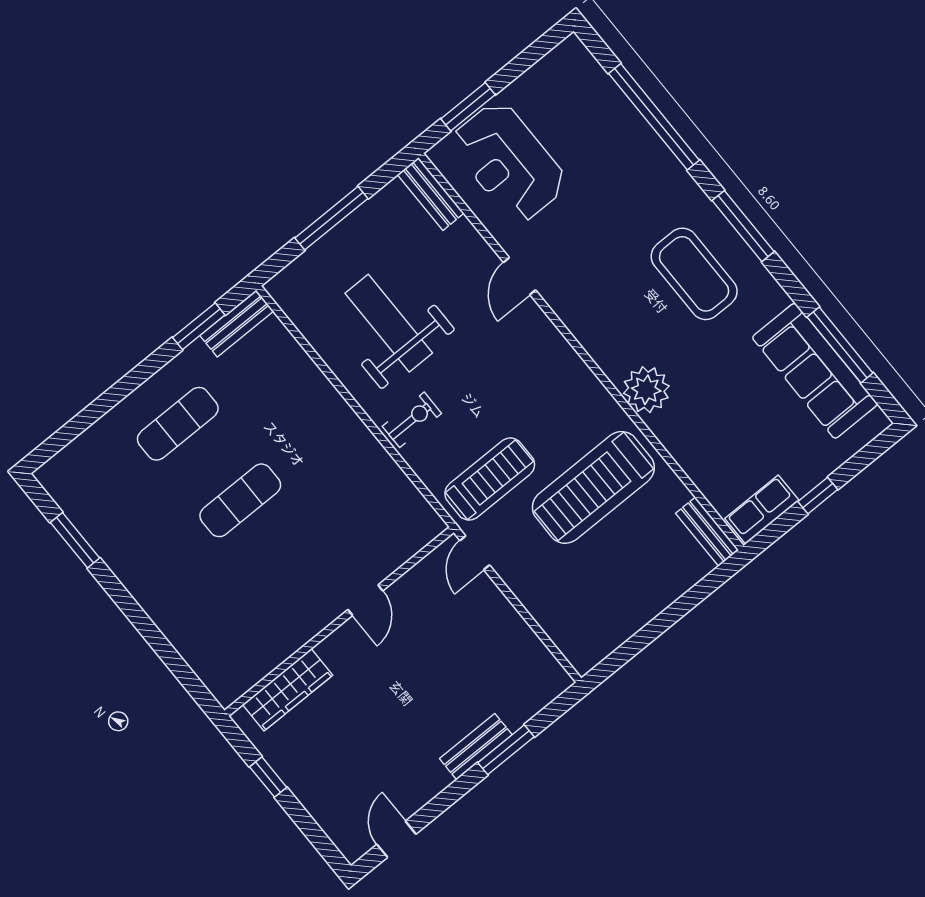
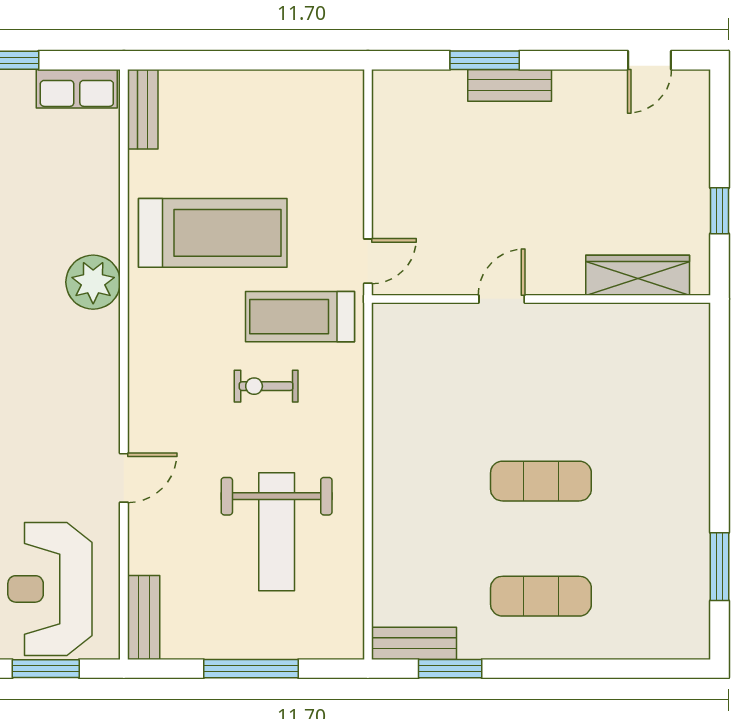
reception desk: (509, 162) -> (50, 589), turned 180
exercise bike: (412, 420) -> (266, 386), moved

